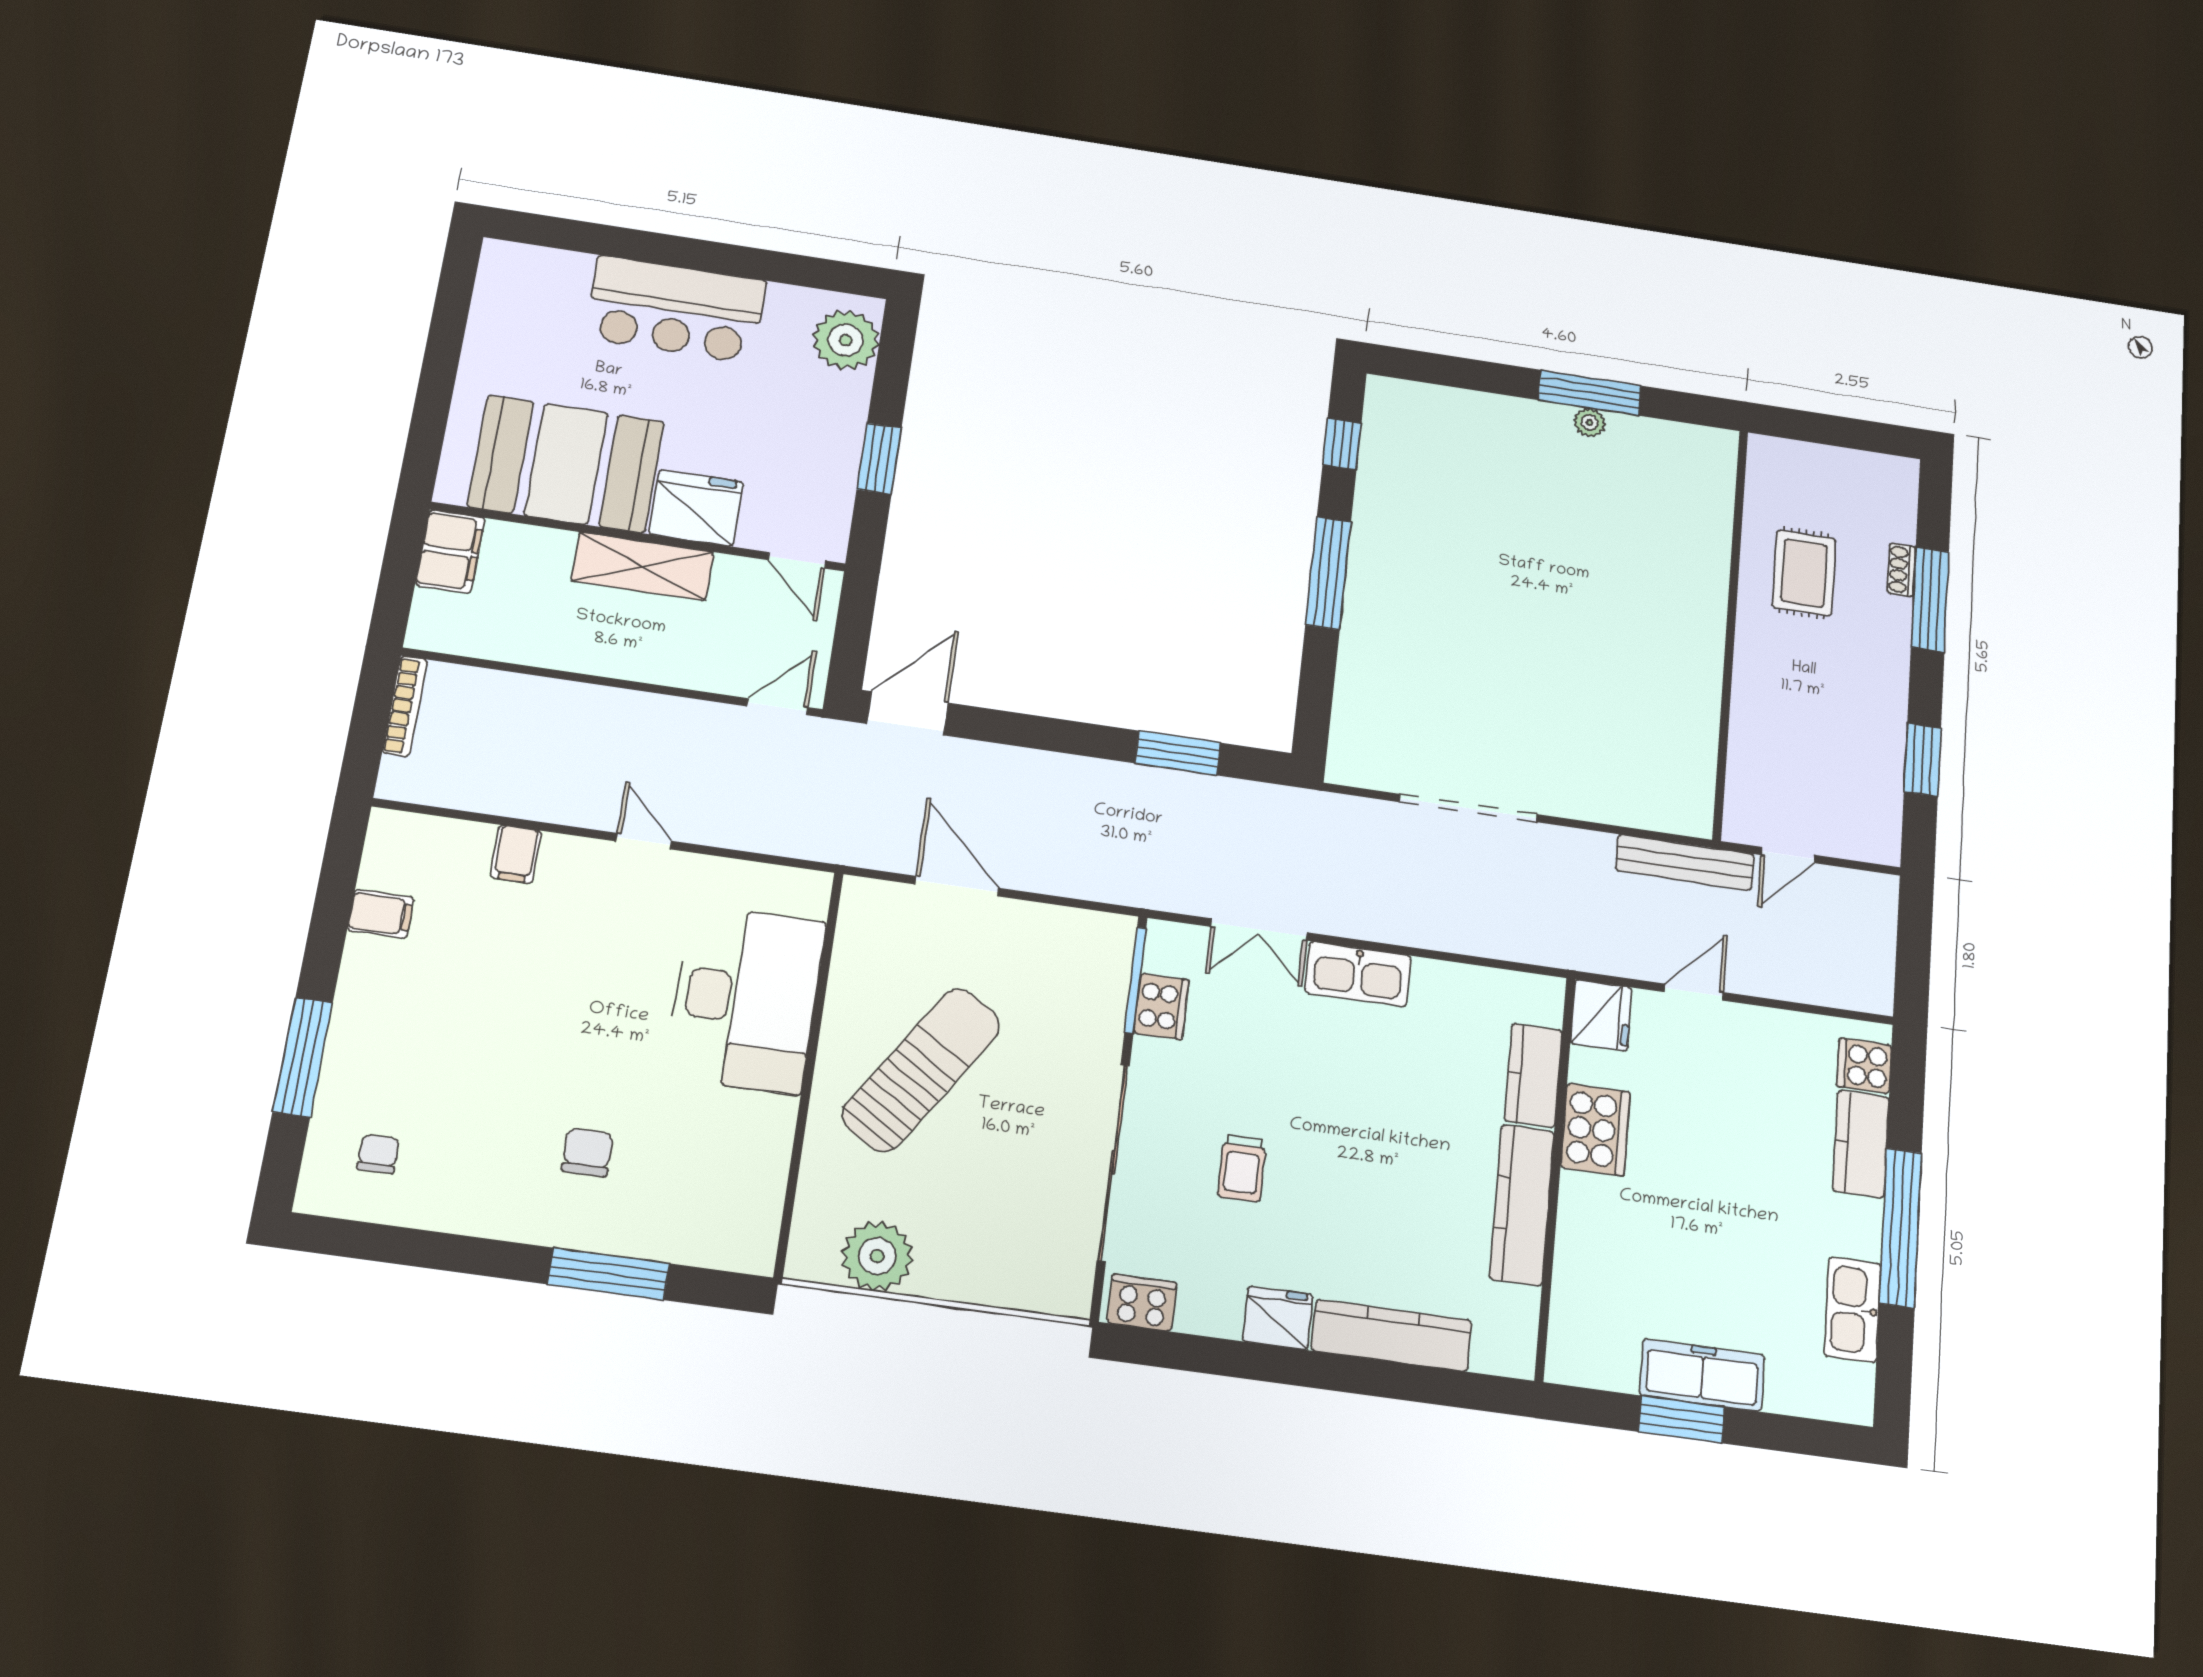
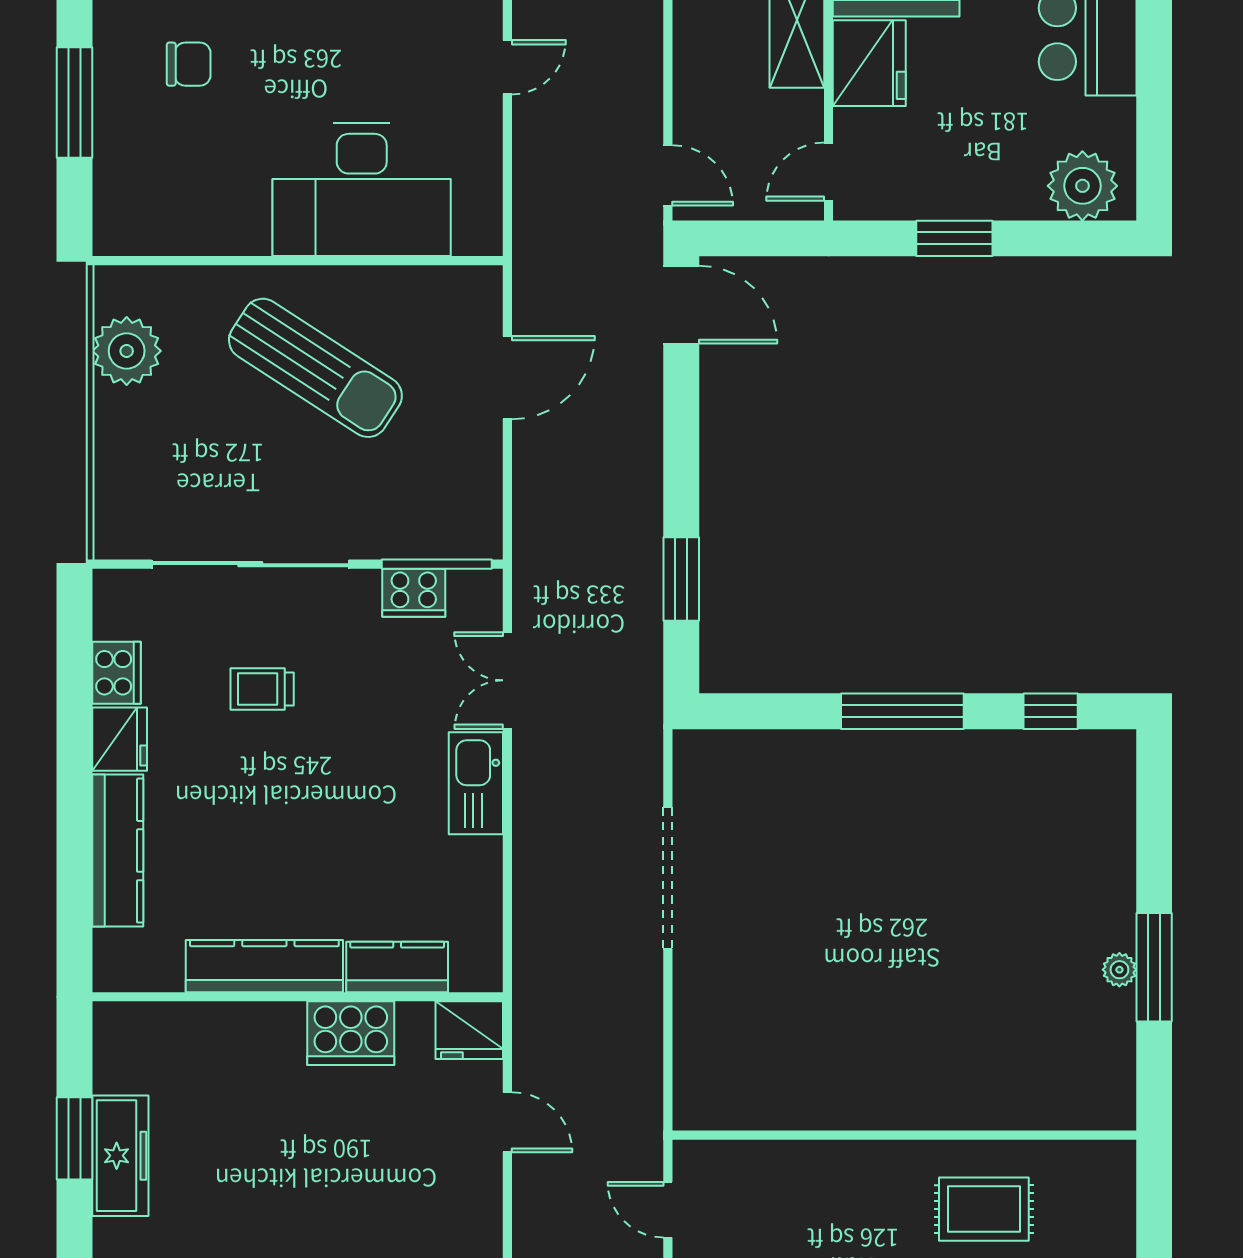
bench: (1685, 862) -> (644, 1104), removed
cooker: (1142, 1303) -> (116, 673), moved

